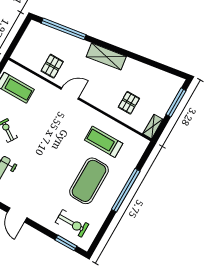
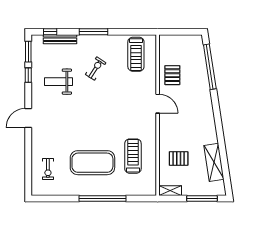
shelving: (106, 57) -> (214, 162), moved
pallet: (52, 66) -> (172, 75), turned 90
exercise bike: (72, 223) -> (48, 169), width x0.73, depth x0.72
window: (66, 243) -> (28, 173), removed

